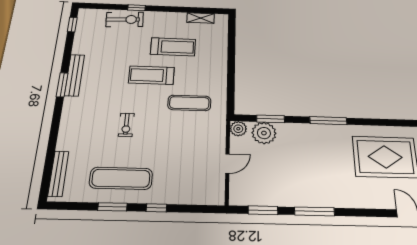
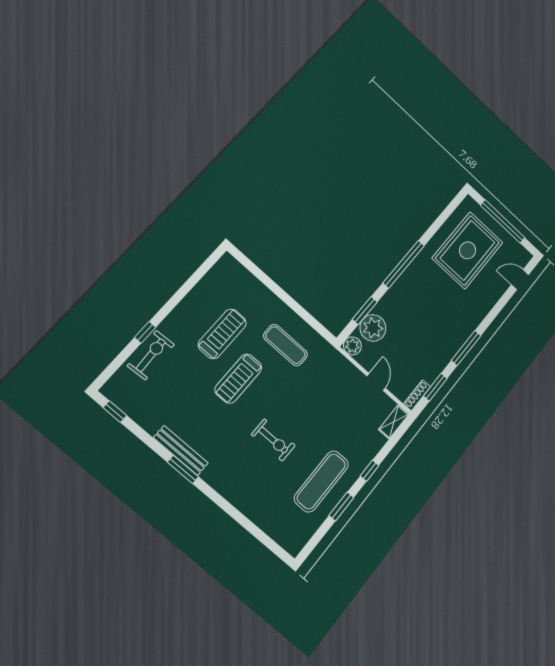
shelving: (201, 18) -> (394, 422), moved
exercise mat: (189, 103) -> (285, 345), moved, turned 90
window: (328, 121) -> (404, 264), width x1.46
exercise bike: (126, 125) -> (273, 440), width x1.38, depth x1.39
bench: (58, 174) -> (276, 532), removed
shoe rack: (244, 201) -> (417, 395), added

